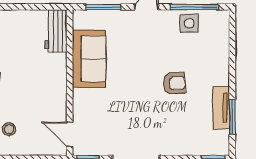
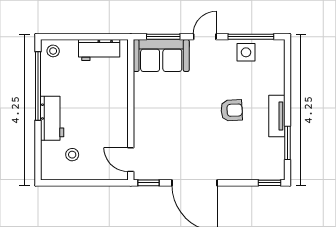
workbench: (56, 31) -> (99, 50), moved, turned -90
sofa: (89, 59) -> (161, 55), moved, turned 90
tv unit: (221, 108) -> (277, 116), moved

